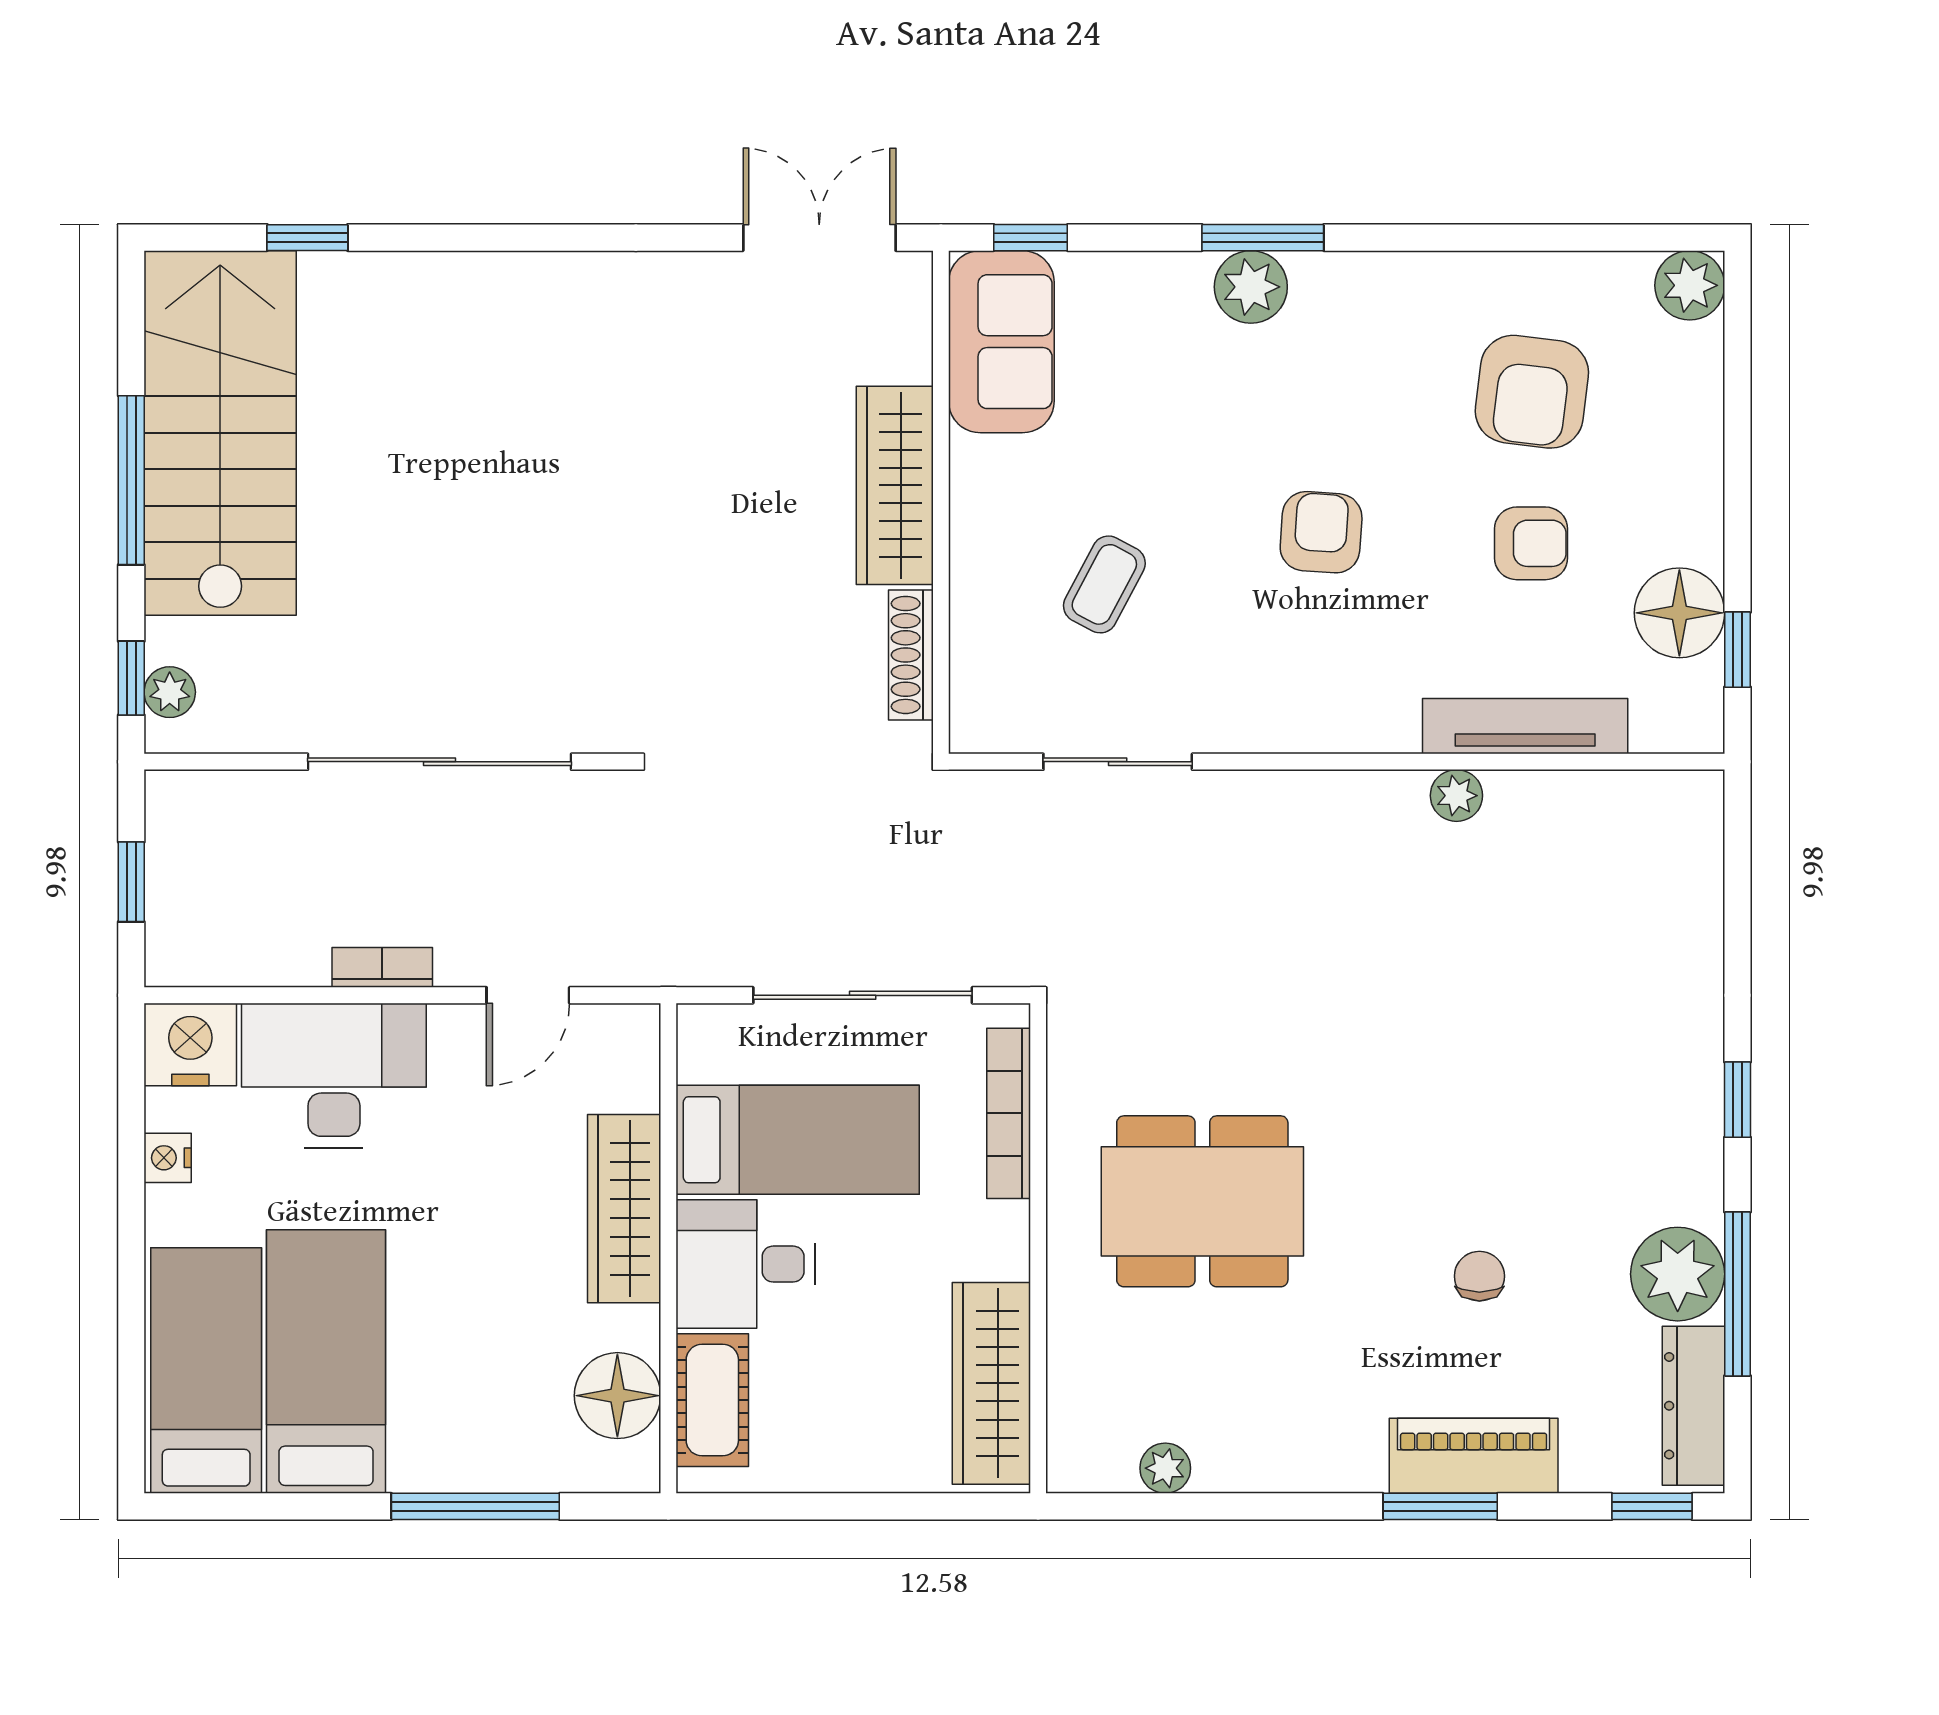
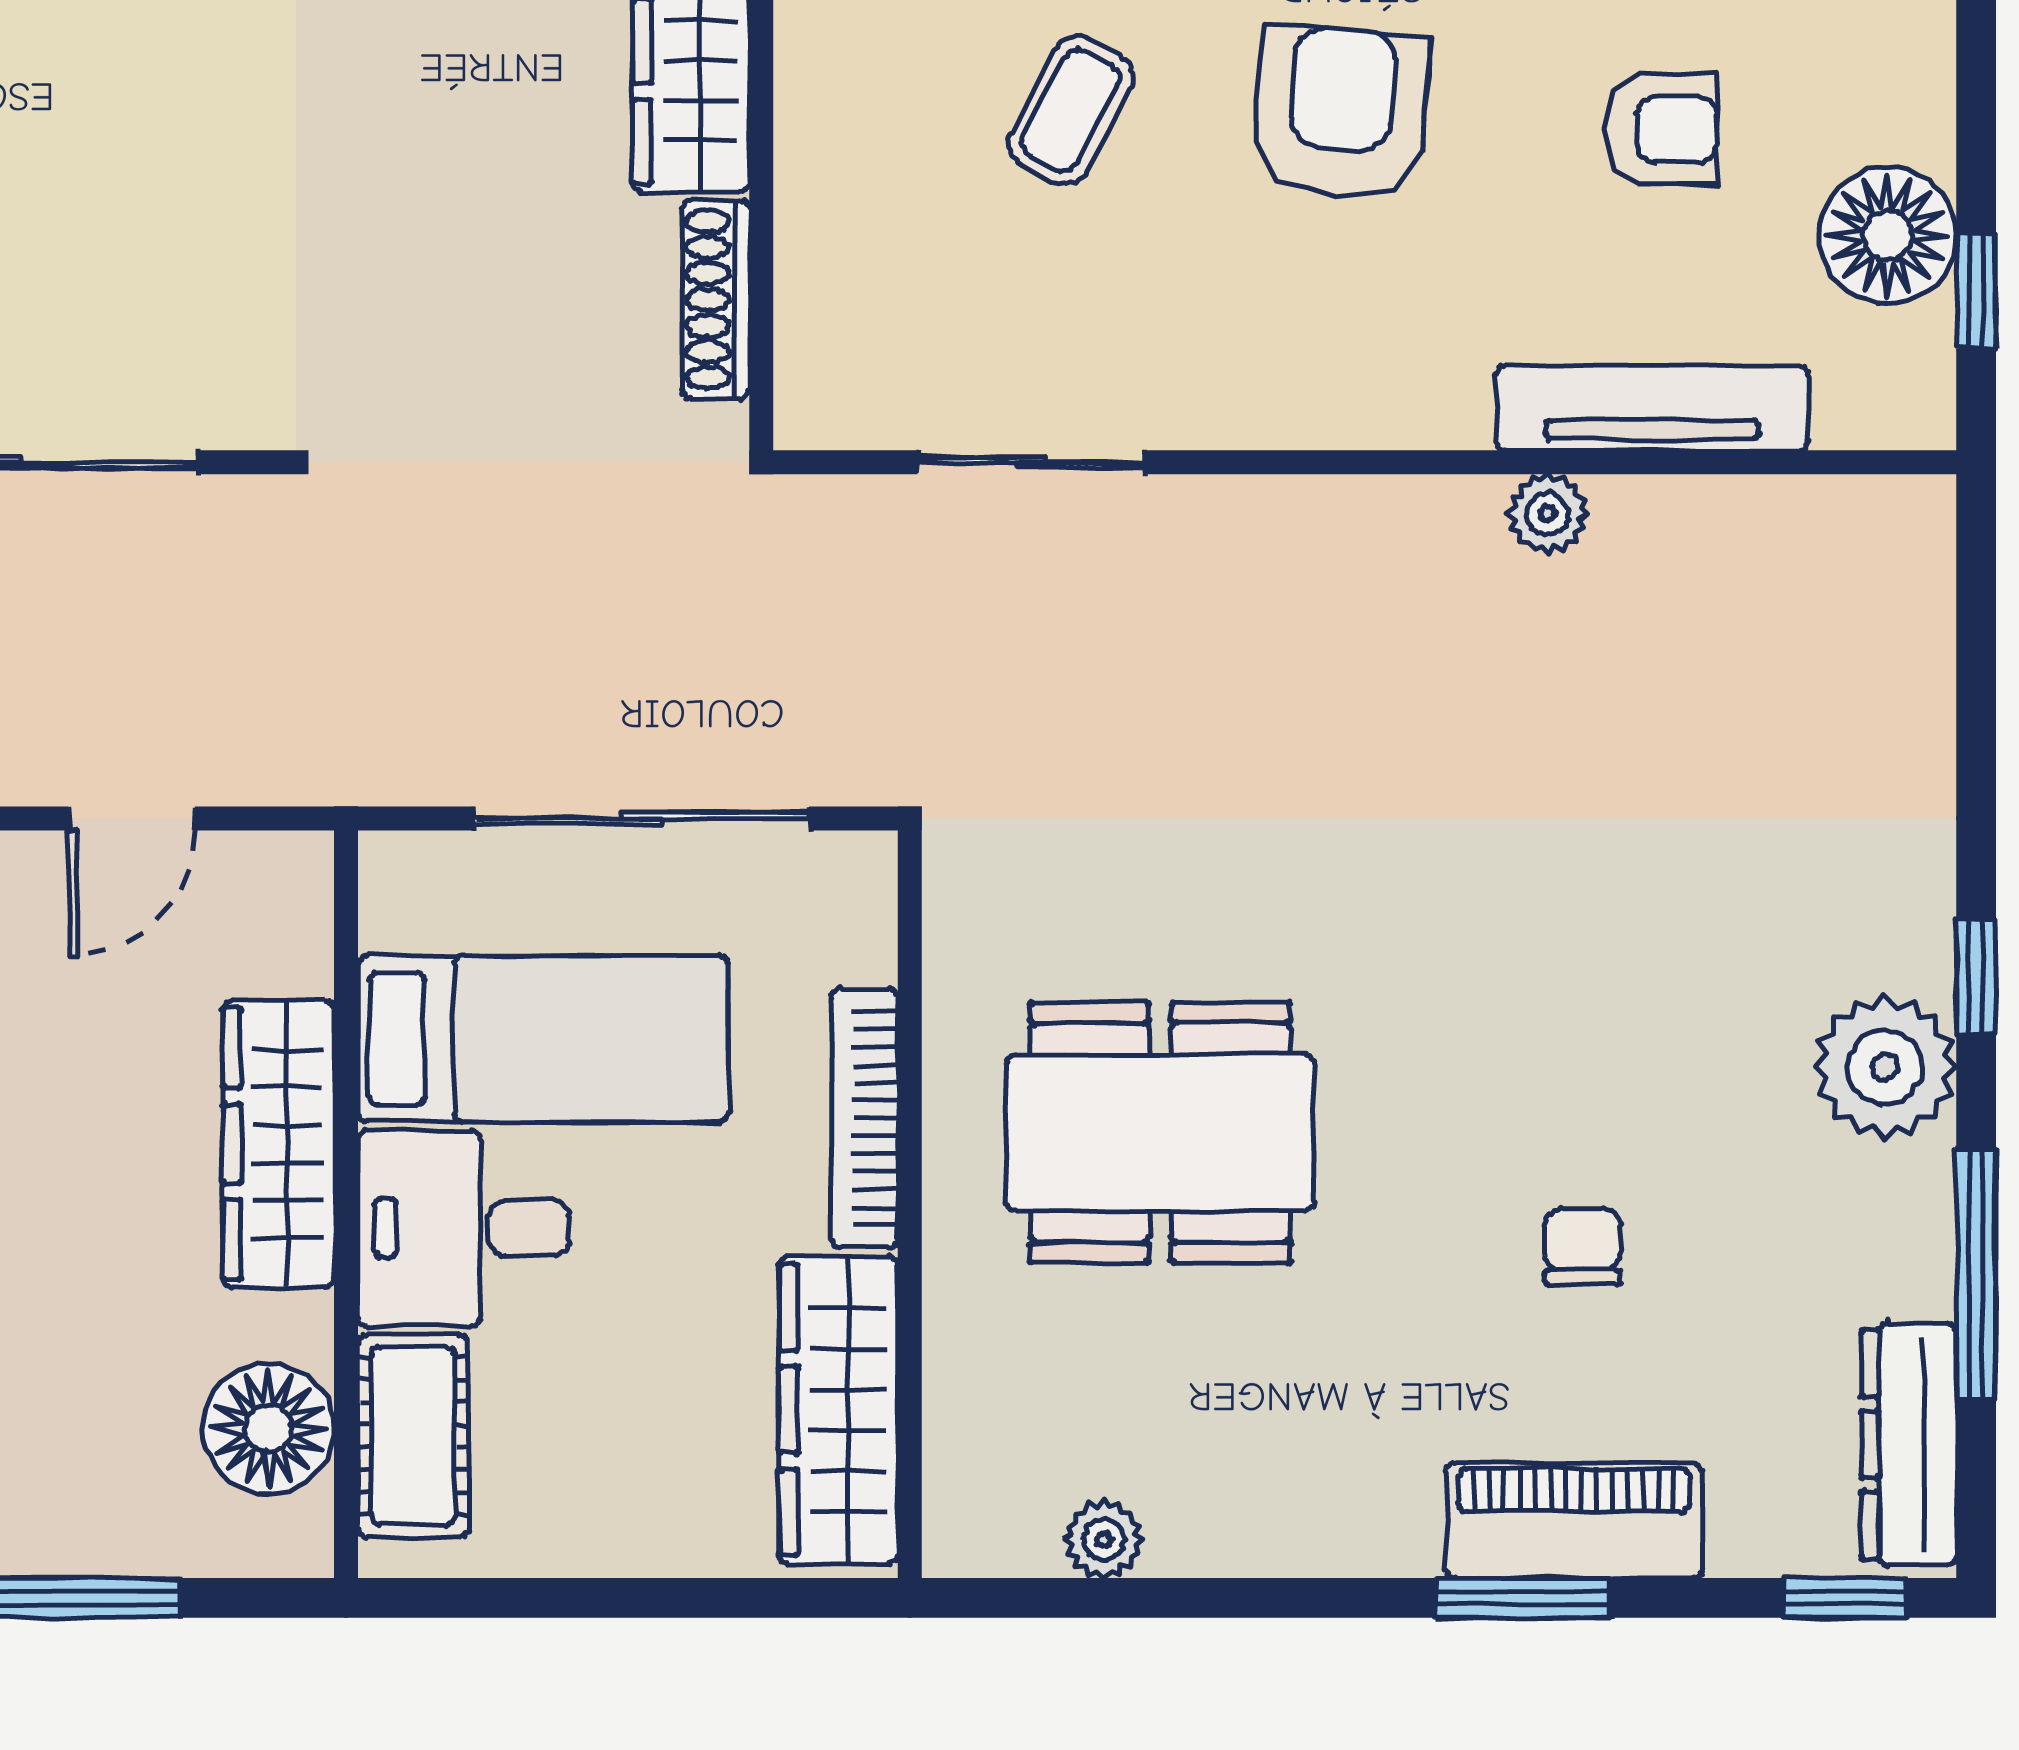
armchair: (1321, 532) -> (1341, 112), width x1.38, depth x1.38
coffee table: (1104, 584) -> (1071, 110), moved
bookcase: (1009, 1113) -> (865, 1118), moved
plant: (1678, 1274) -> (1885, 1067), moved

